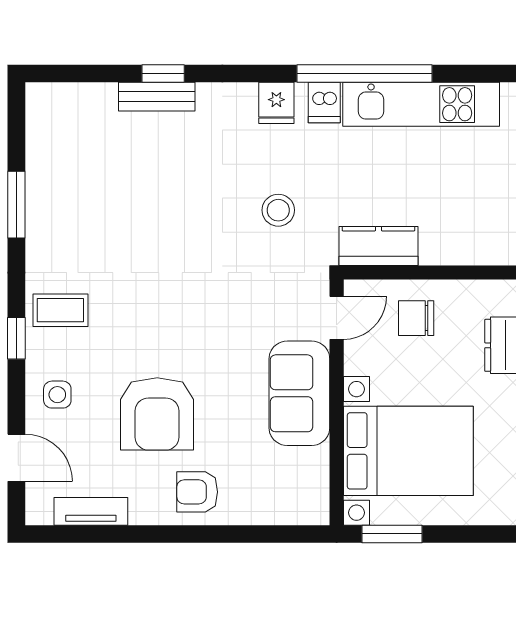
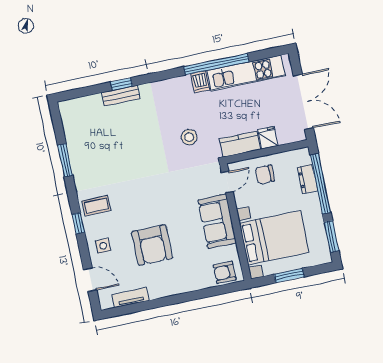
fridge: (276, 103) -> (268, 138), moved, turned 180
armchair: (197, 492) -> (225, 272), moved
window: (392, 534) -> (289, 276), moved

